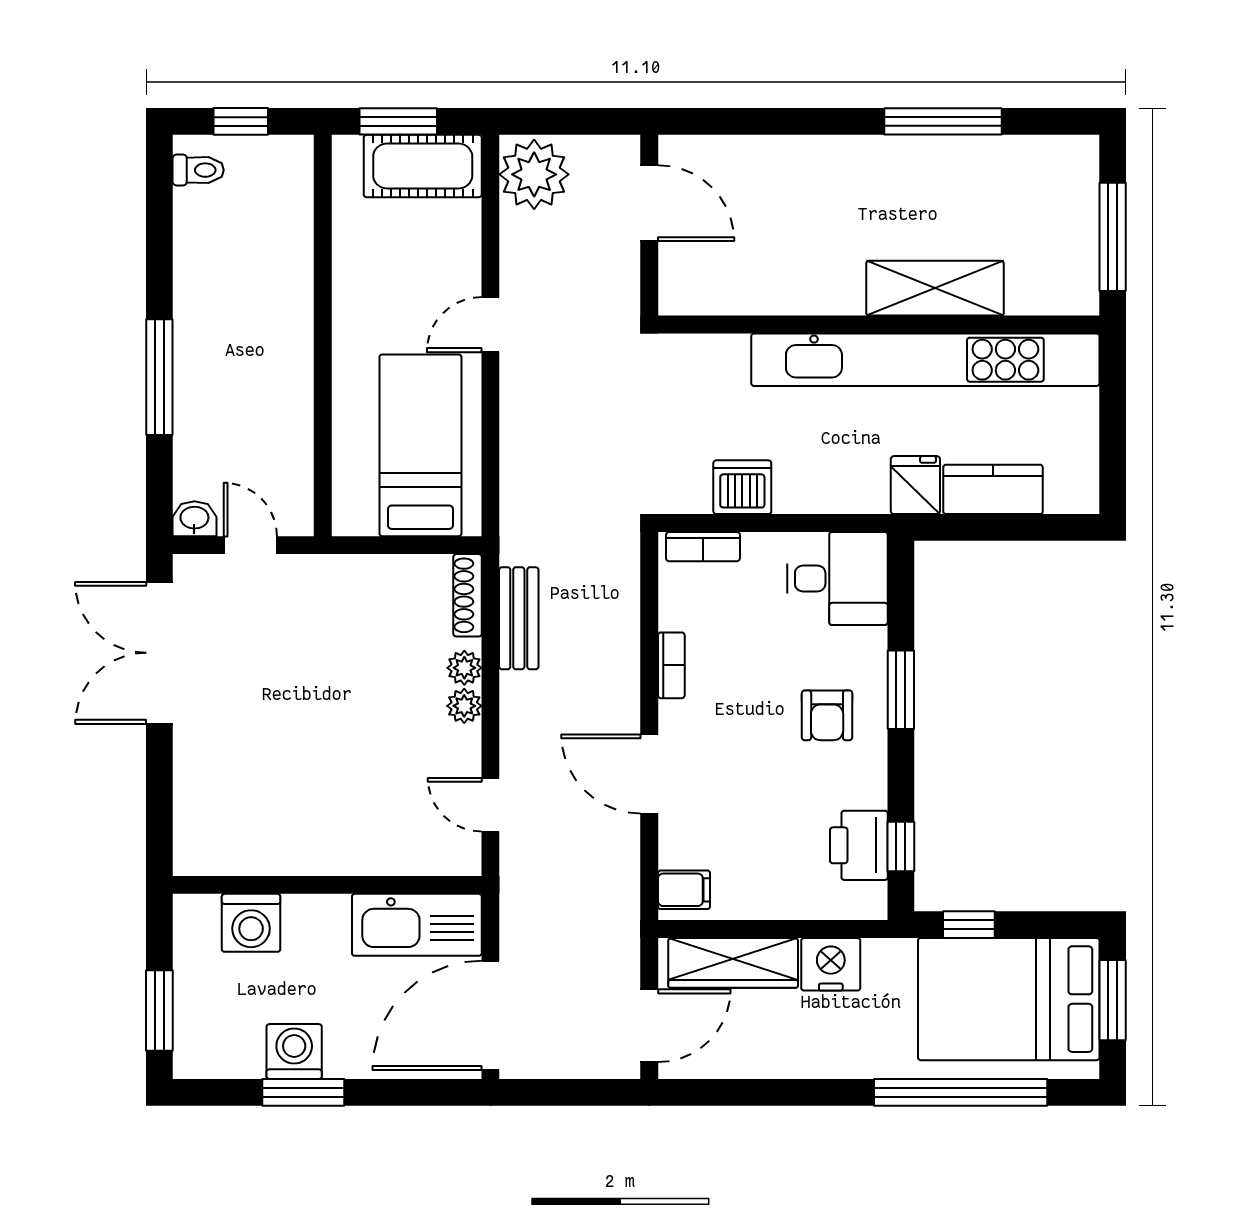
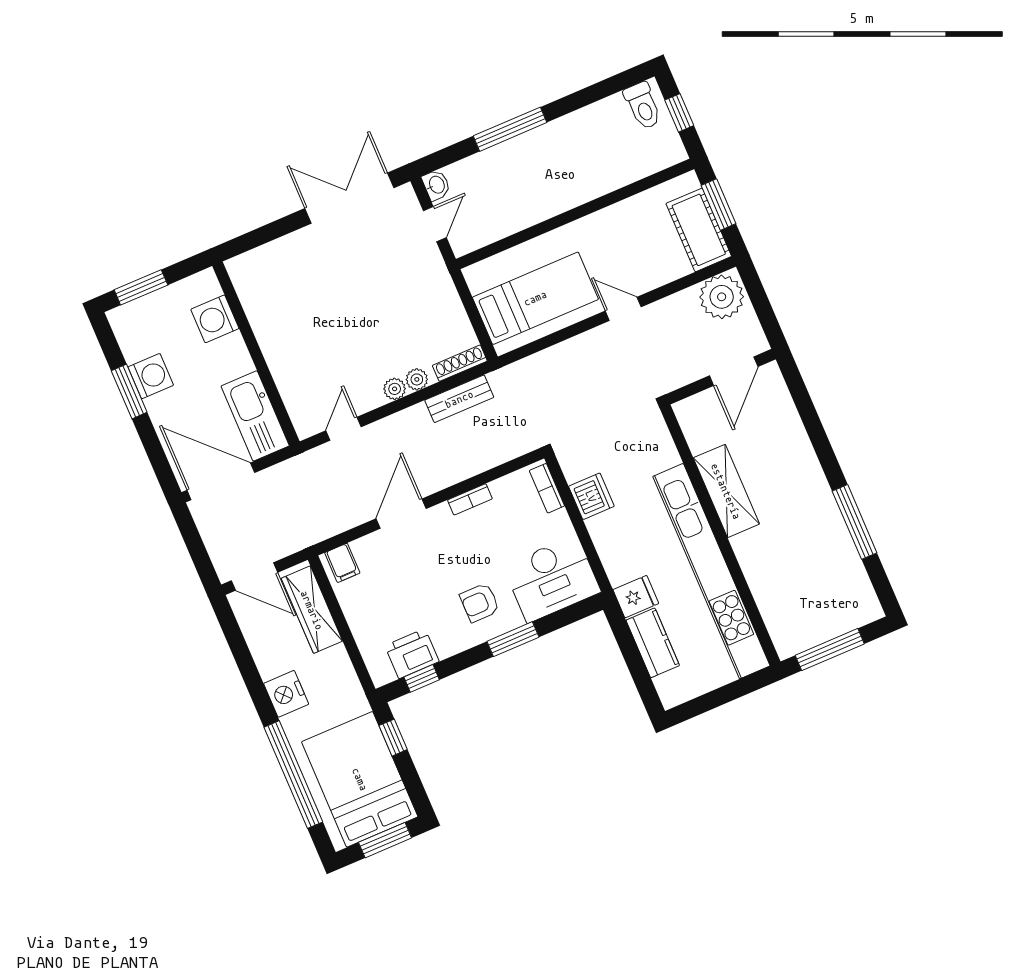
toilet: (198, 170) -> (643, 106), width x1.37, depth x1.39
shelving: (935, 288) -> (726, 491), moved
desk: (837, 578) -> (552, 579), width x1.37
nightstand: (831, 964) -> (286, 694), moved, turned 180

